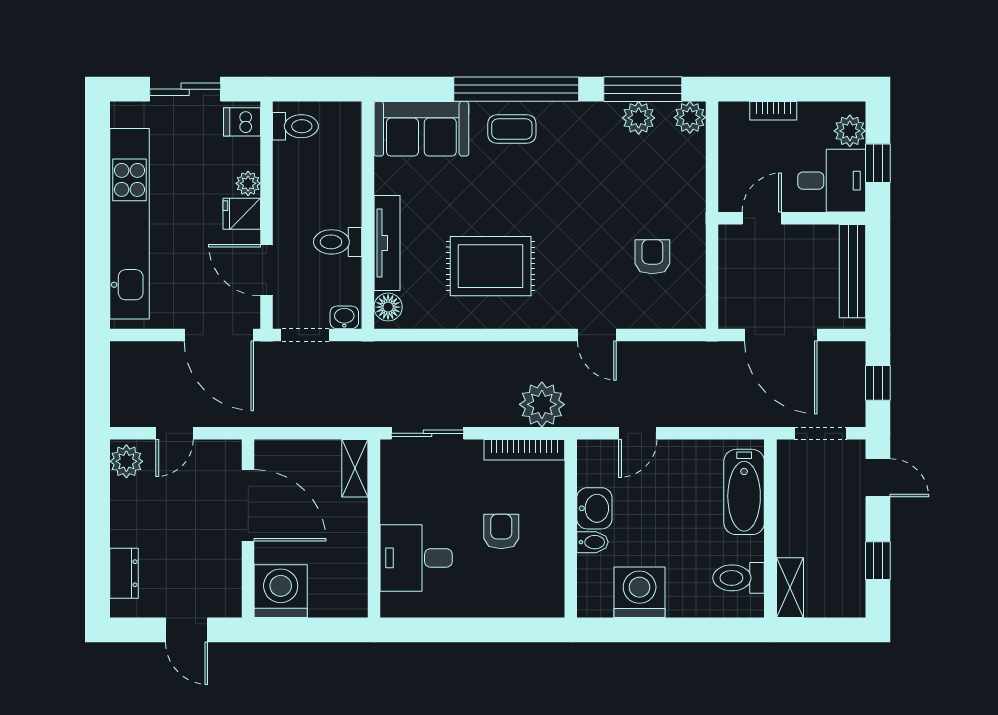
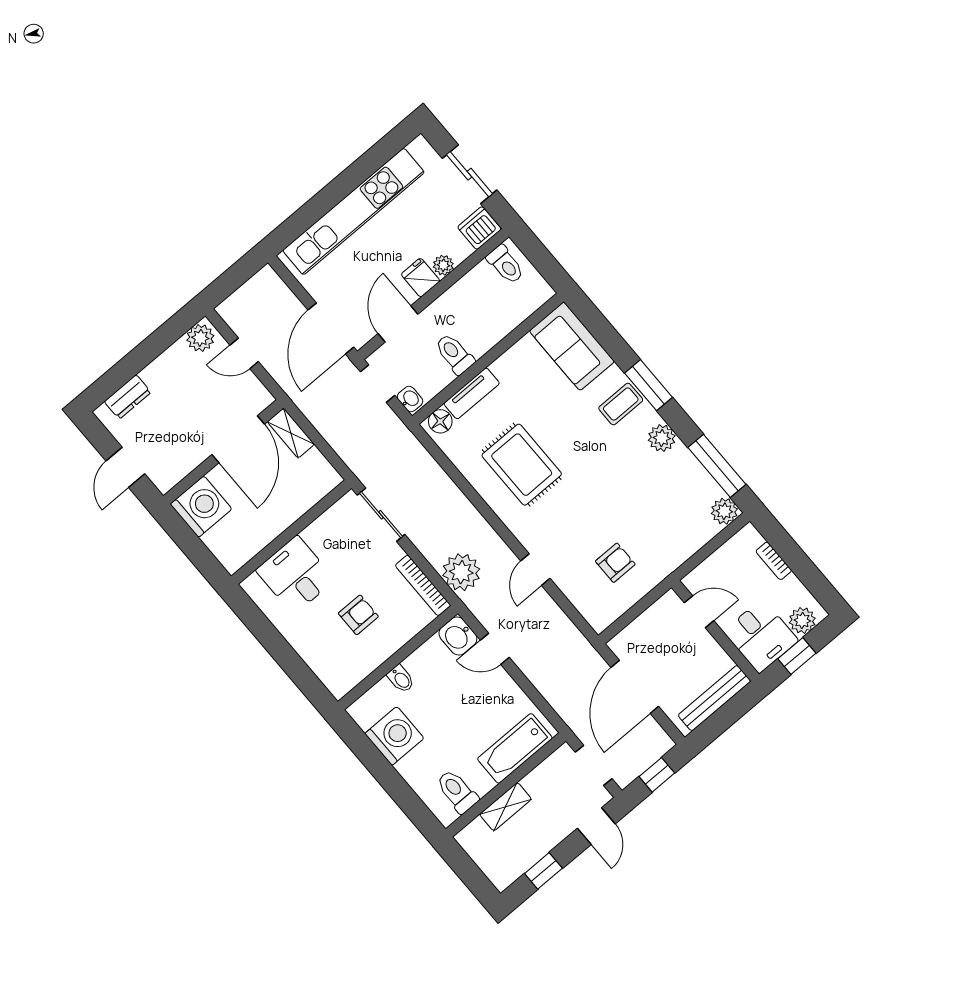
window: (516, 89) -> (648, 385), width x0.47
plant: (639, 118) -> (662, 438), moved
dishwasher: (242, 122) -> (479, 228), width x1.38
coffee table: (512, 129) -> (621, 404), turned 90
tv unit: (387, 243) -> (472, 393), width x0.71
shelving: (355, 468) -> (291, 433), moved, turned 90
washbasin: (594, 508) -> (458, 636), moved, turned 90
shelving: (790, 588) -> (506, 807), moved

